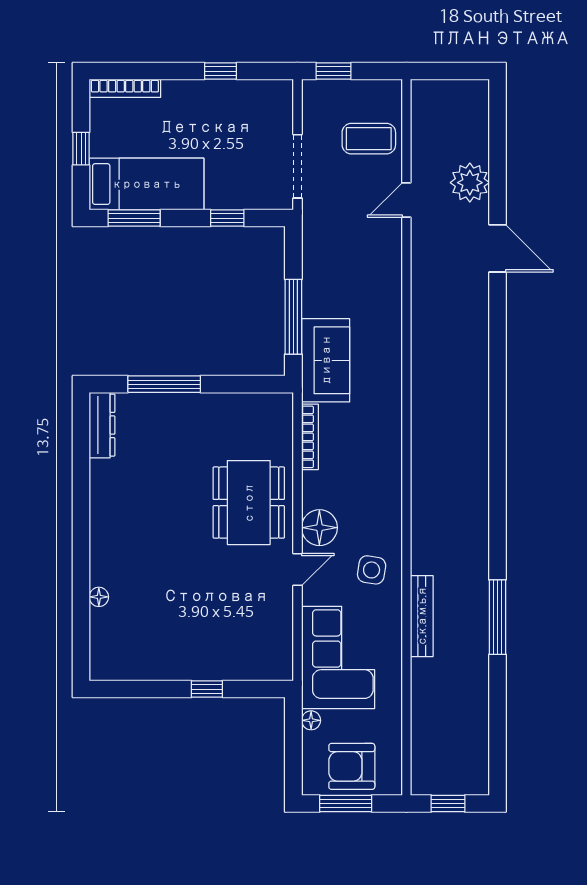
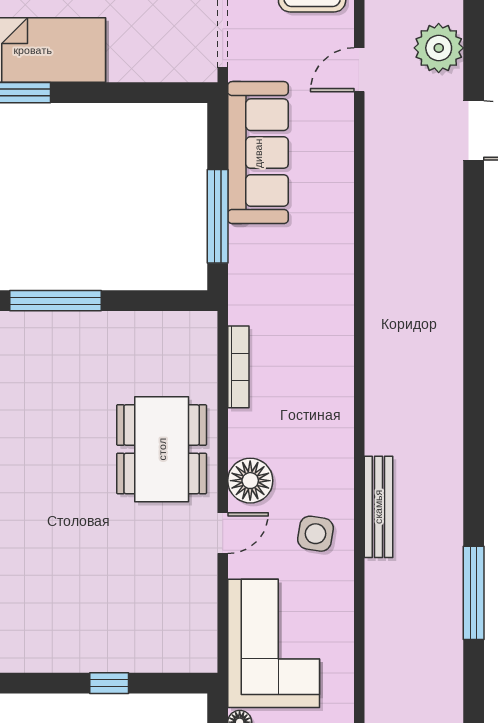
window: (227, 218) -> (135, 93), removed
sofa: (326, 360) -> (258, 153), moved, width x1.36
bench: (422, 616) -> (378, 507), moved

